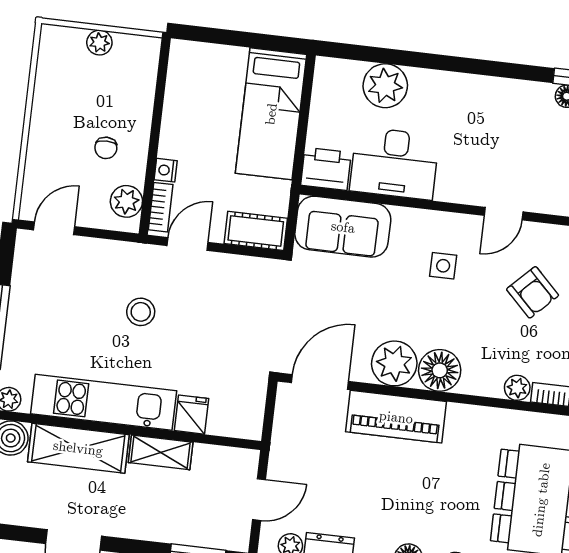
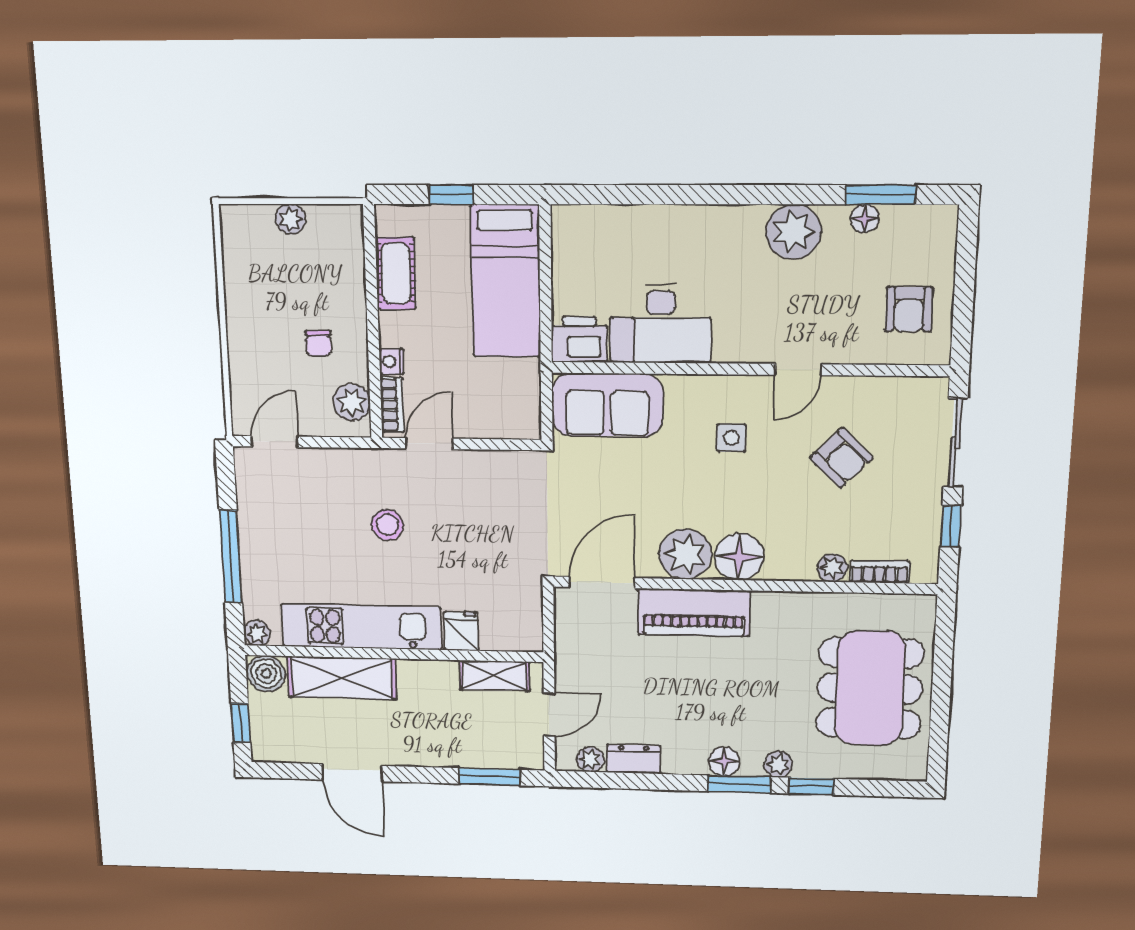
window: (236, 38) -> (451, 195), added
plant: (385, 86) -> (793, 232), moved
cot: (256, 231) -> (396, 273), moved, turned 90
shelving: (161, 452) -> (494, 676), moved

